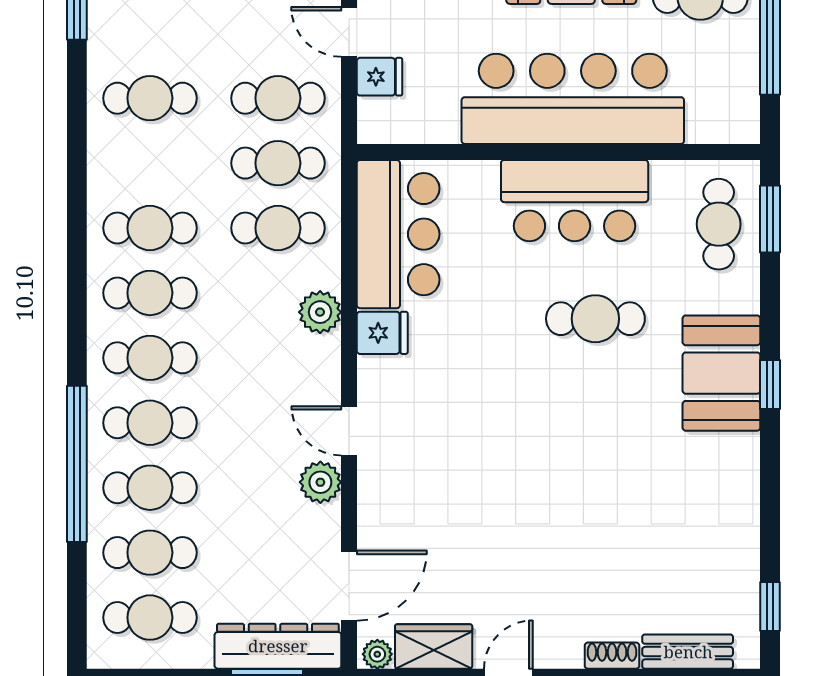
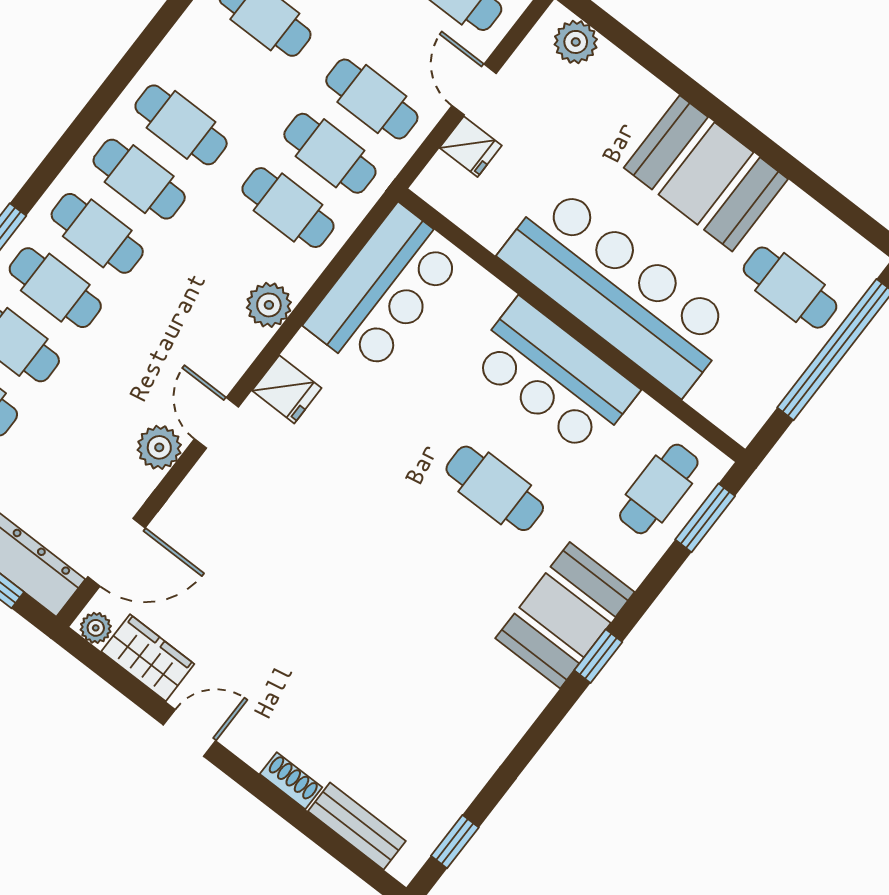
fridge: (382, 333) -> (287, 389), moved

